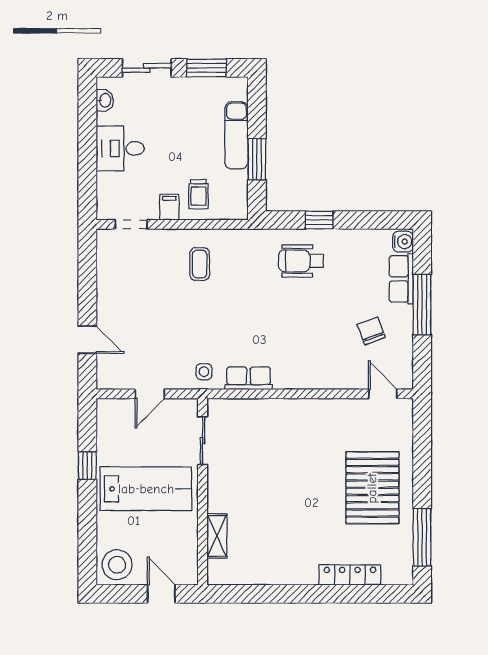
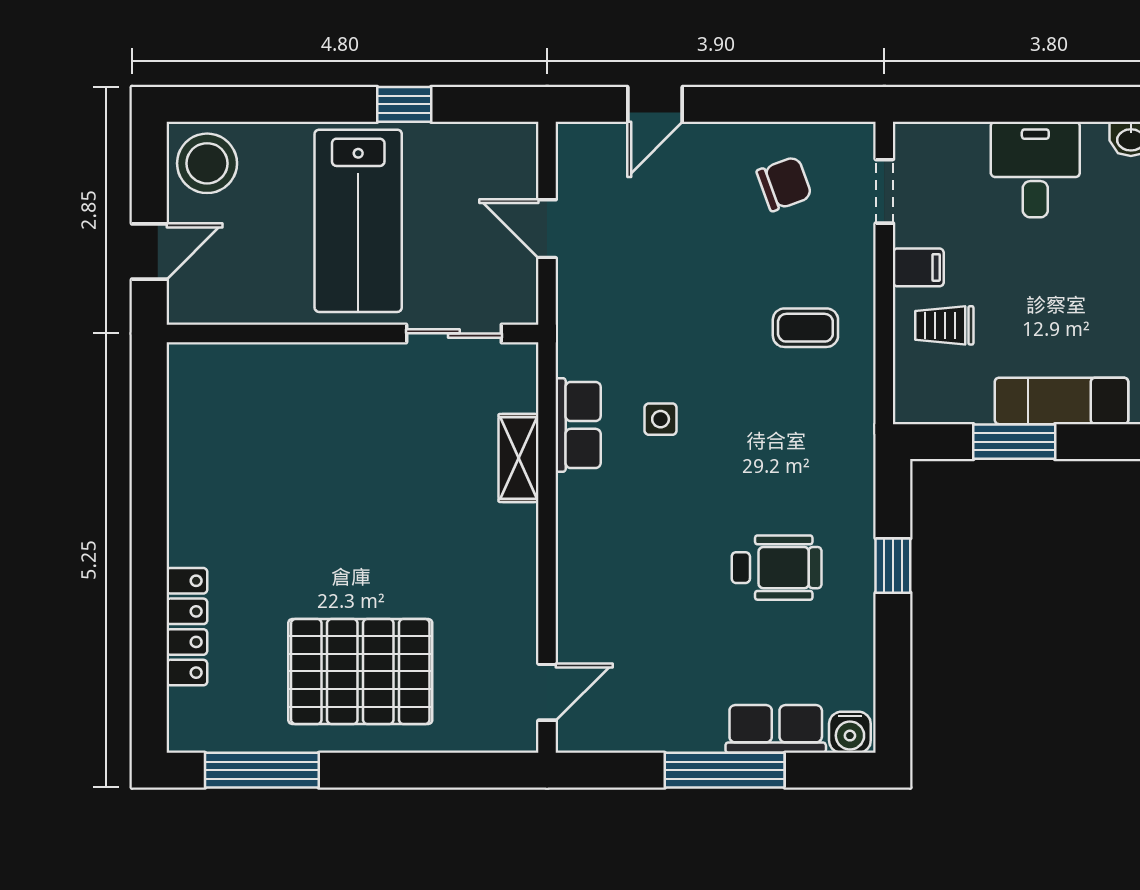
wheelchair: (301, 261) -> (777, 568), moved, turned 90
chair: (371, 331) -> (784, 184), moved
side table: (204, 372) -> (661, 419), moved
shelving: (217, 536) -> (519, 458), moved, turned 90

